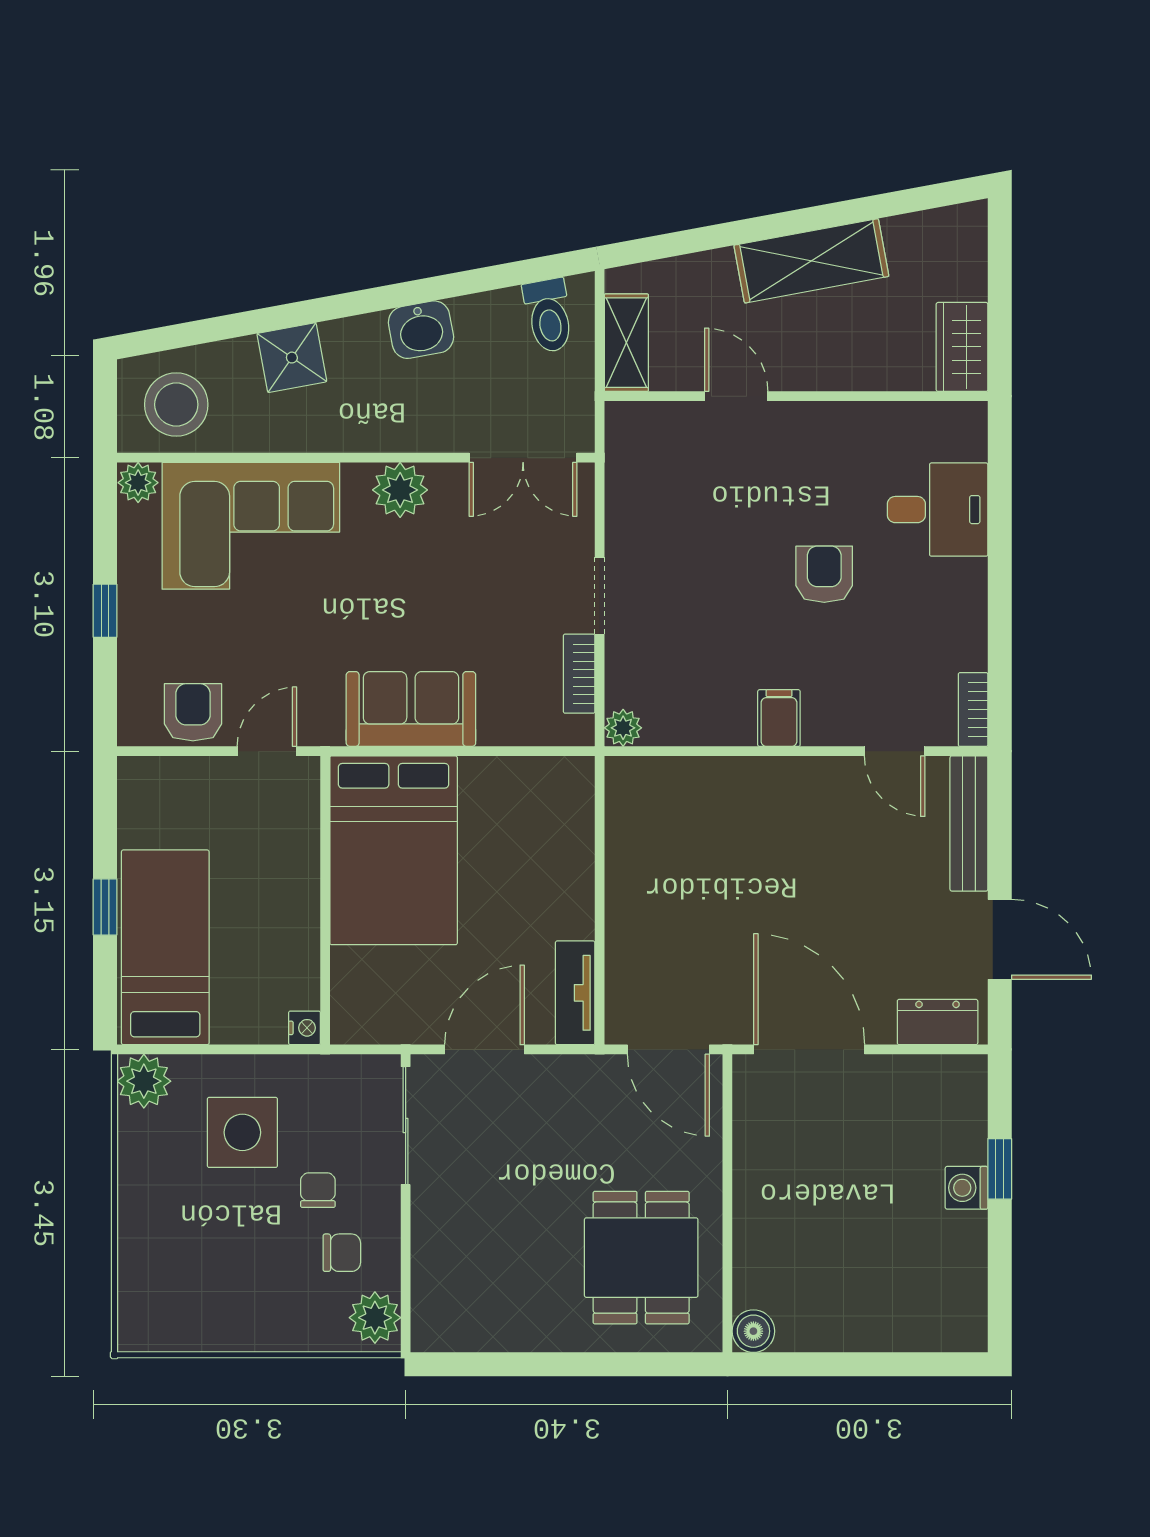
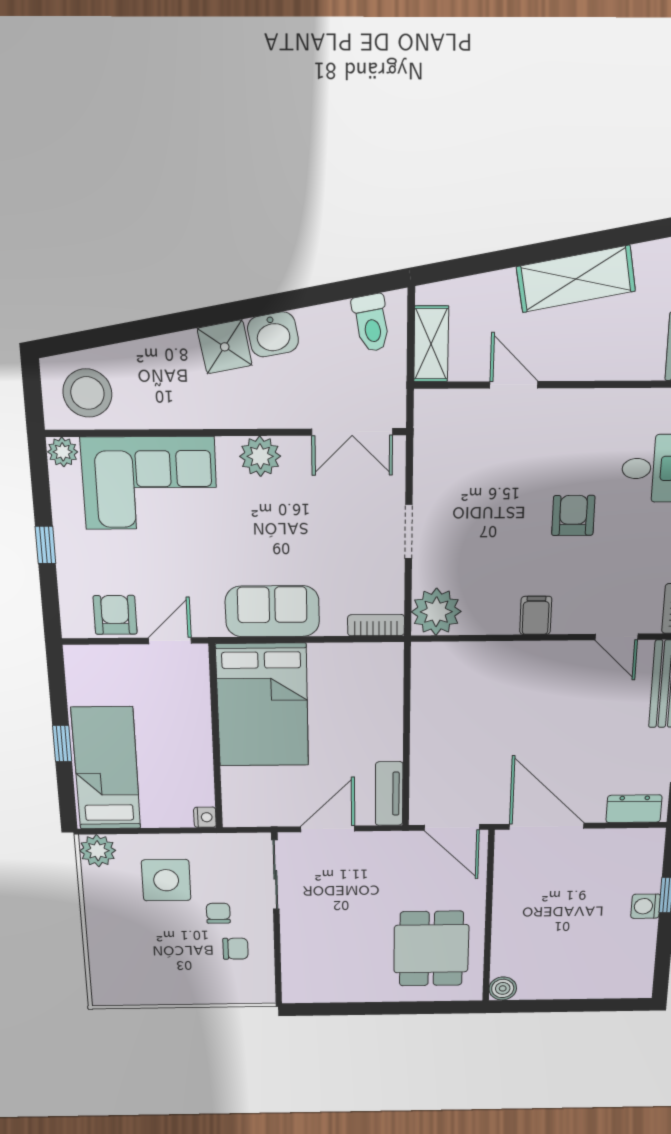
shower: (292, 358) -> (225, 347), moved
bookcase: (579, 674) -> (376, 625), moved, turned 90
plant: (623, 728) -> (436, 612), width x1.87, depth x1.87
plant: (375, 1318) -> (258, 985), removed

